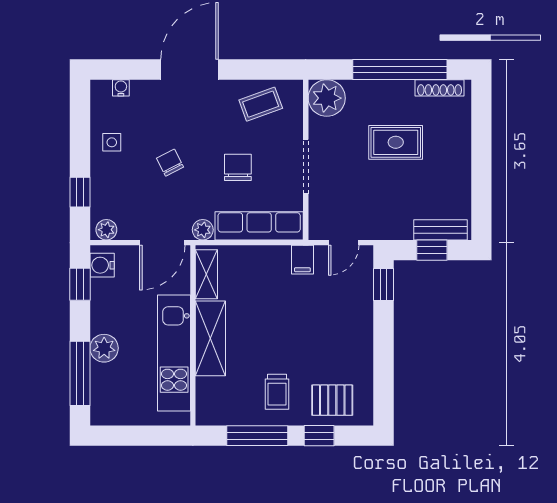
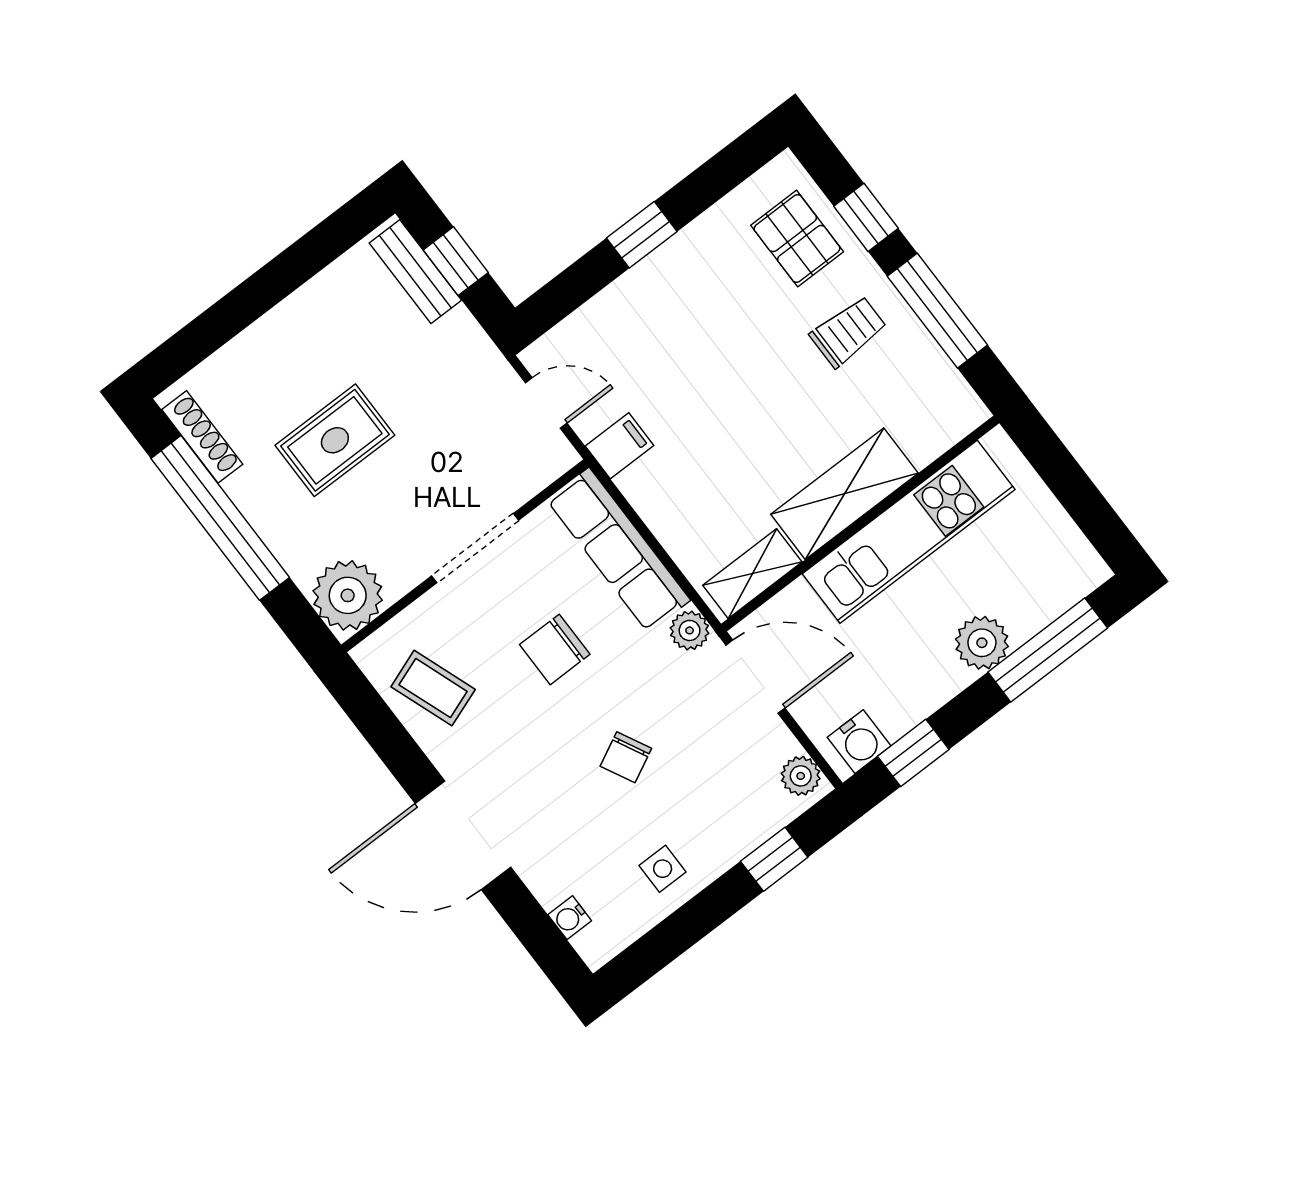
rug: (396, 142) -> (335, 440), turned 90
window: (384, 284) -> (642, 235), moved

